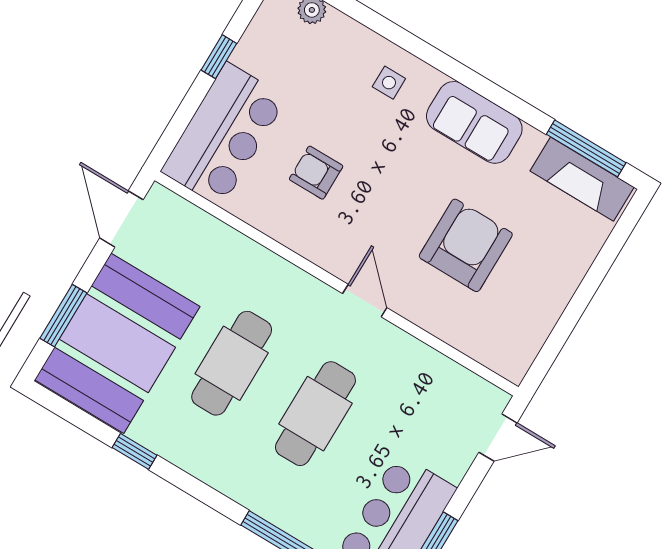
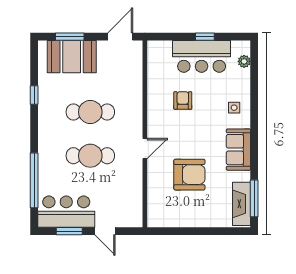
bar counter: (224, 135) -> (202, 56), moved
booth: (117, 343) -> (72, 57), width x0.73, depth x0.70
door: (498, 438) -> (105, 231), moved

